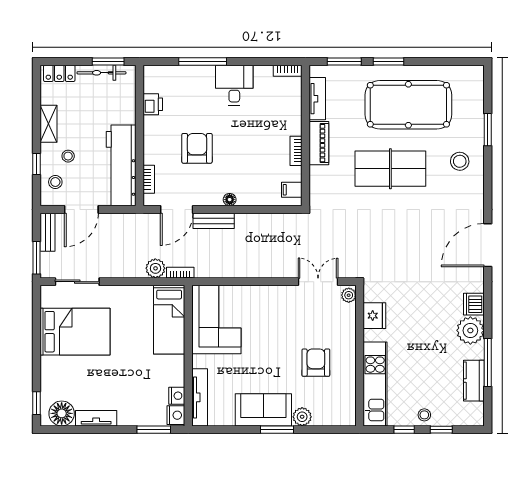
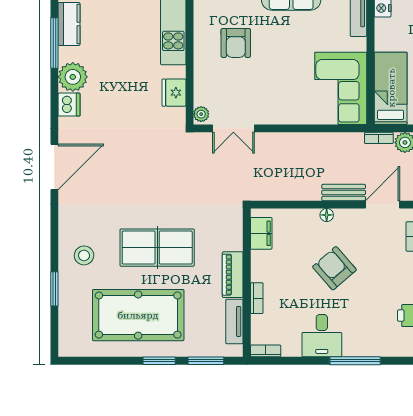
armchair: (197, 148) -> (334, 268), moved, turned 139
bookcase: (296, 151) -> (257, 298), moved
filing cabinet: (292, 190) -> (261, 233), width x2.00

